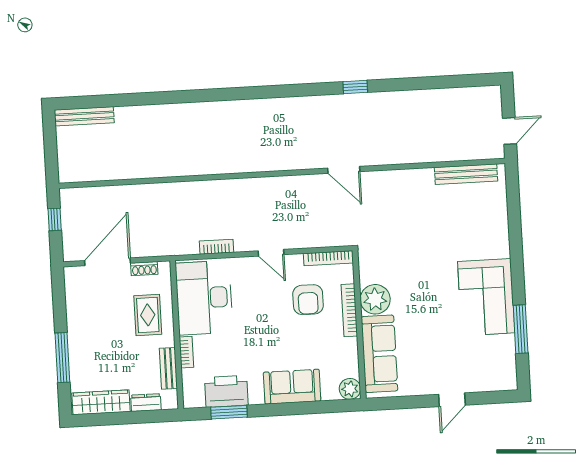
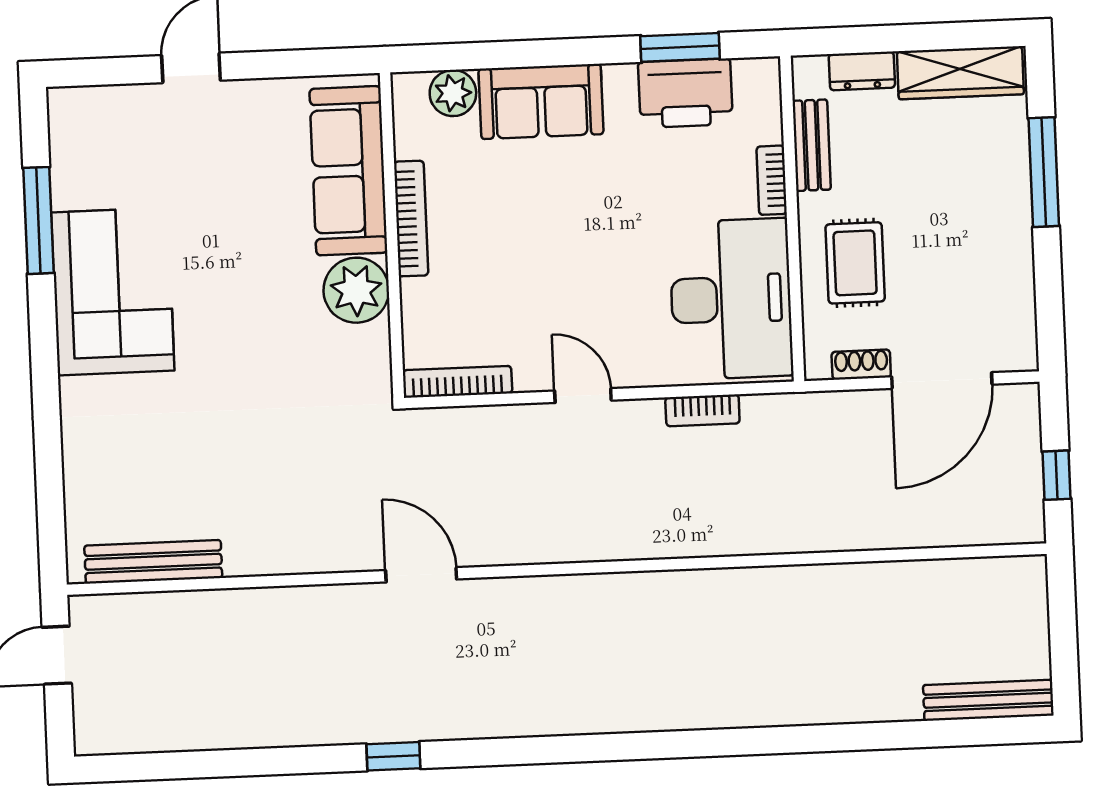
armchair: (308, 300) -> (503, 291), removed
bookcase: (349, 310) -> (411, 219), moved
plant: (350, 389) -> (453, 93), moved

